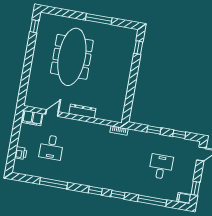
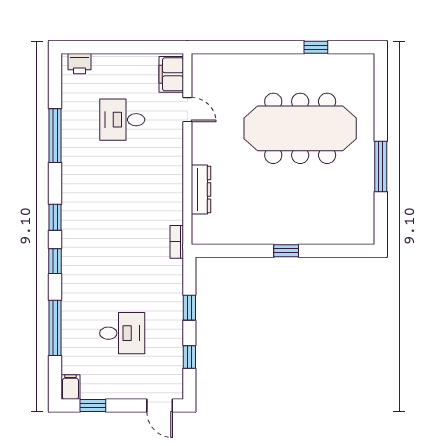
window: (34, 26) -> (316, 47), moved
window: (138, 48) -> (286, 251), moved
dresser: (82, 111) -> (201, 189), moved
printer: (21, 153) -> (79, 64), moved

